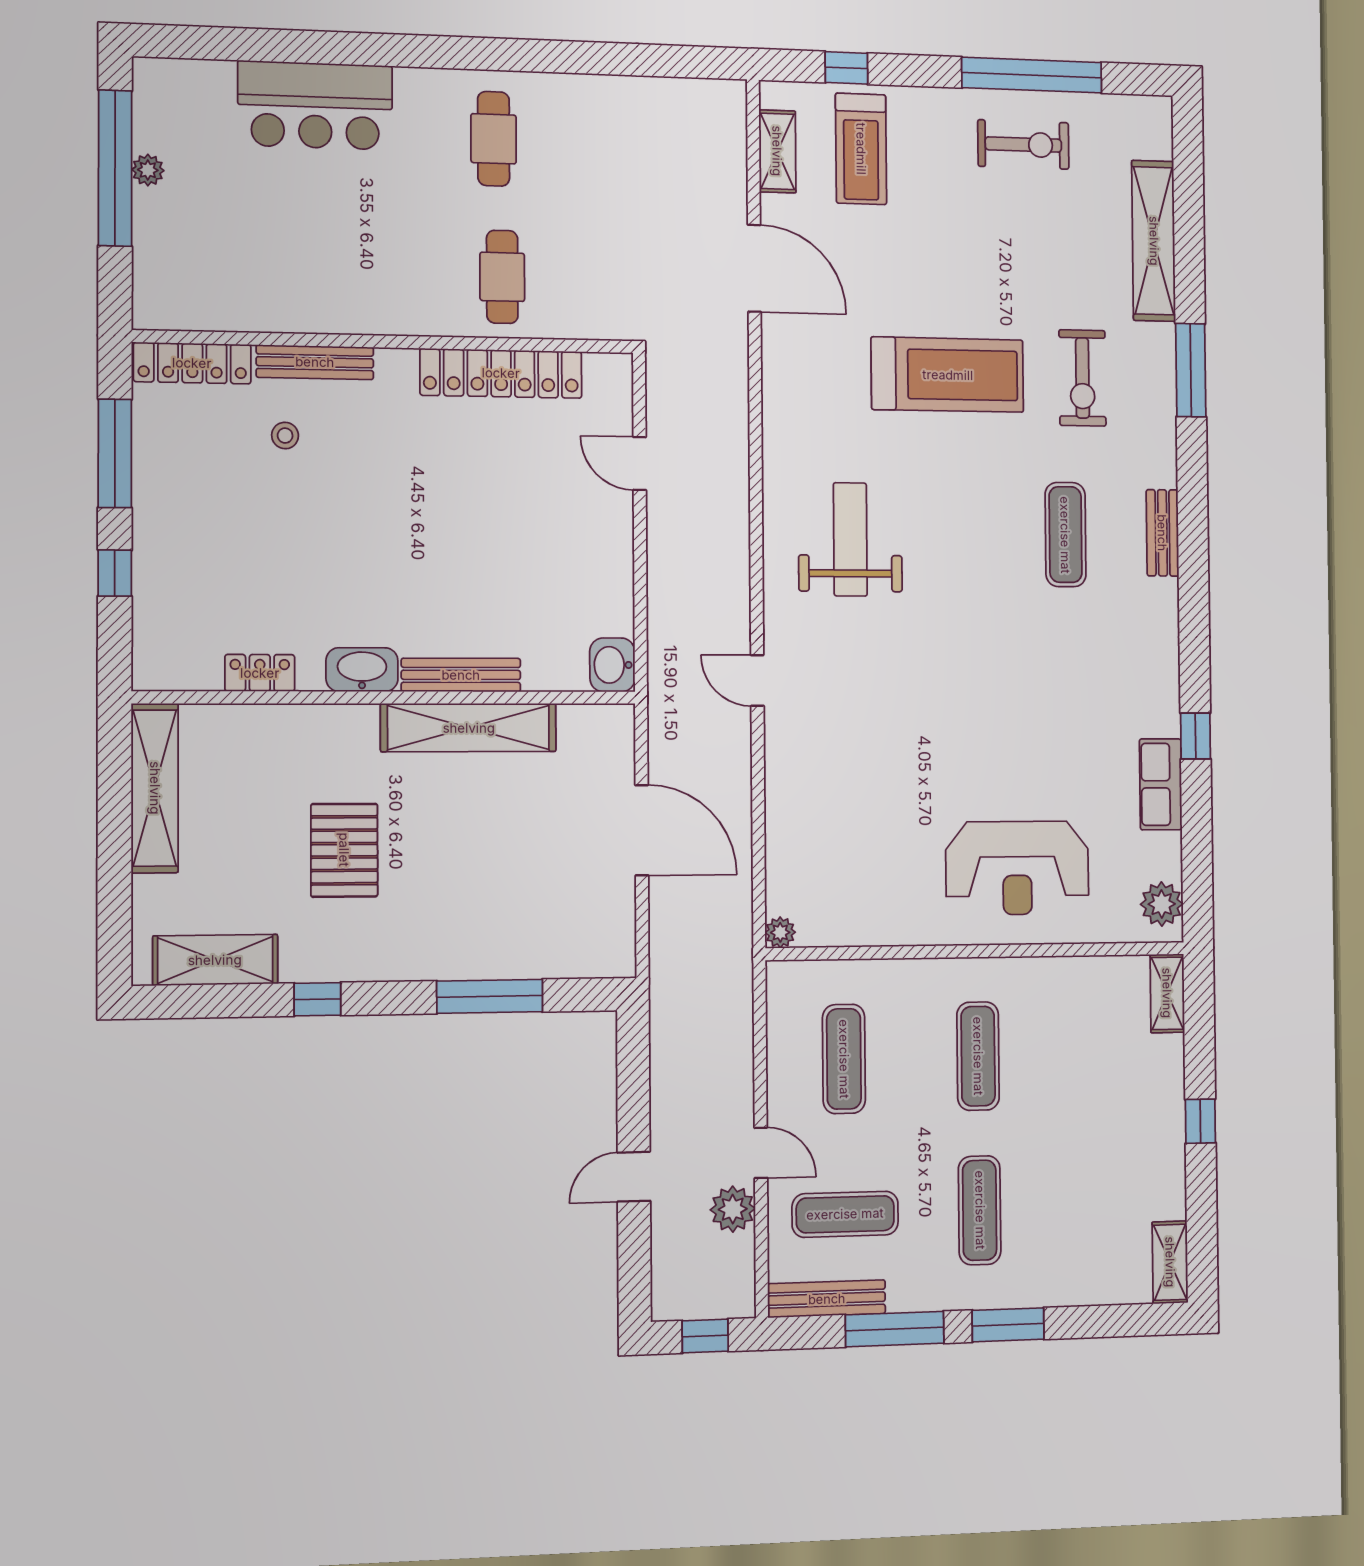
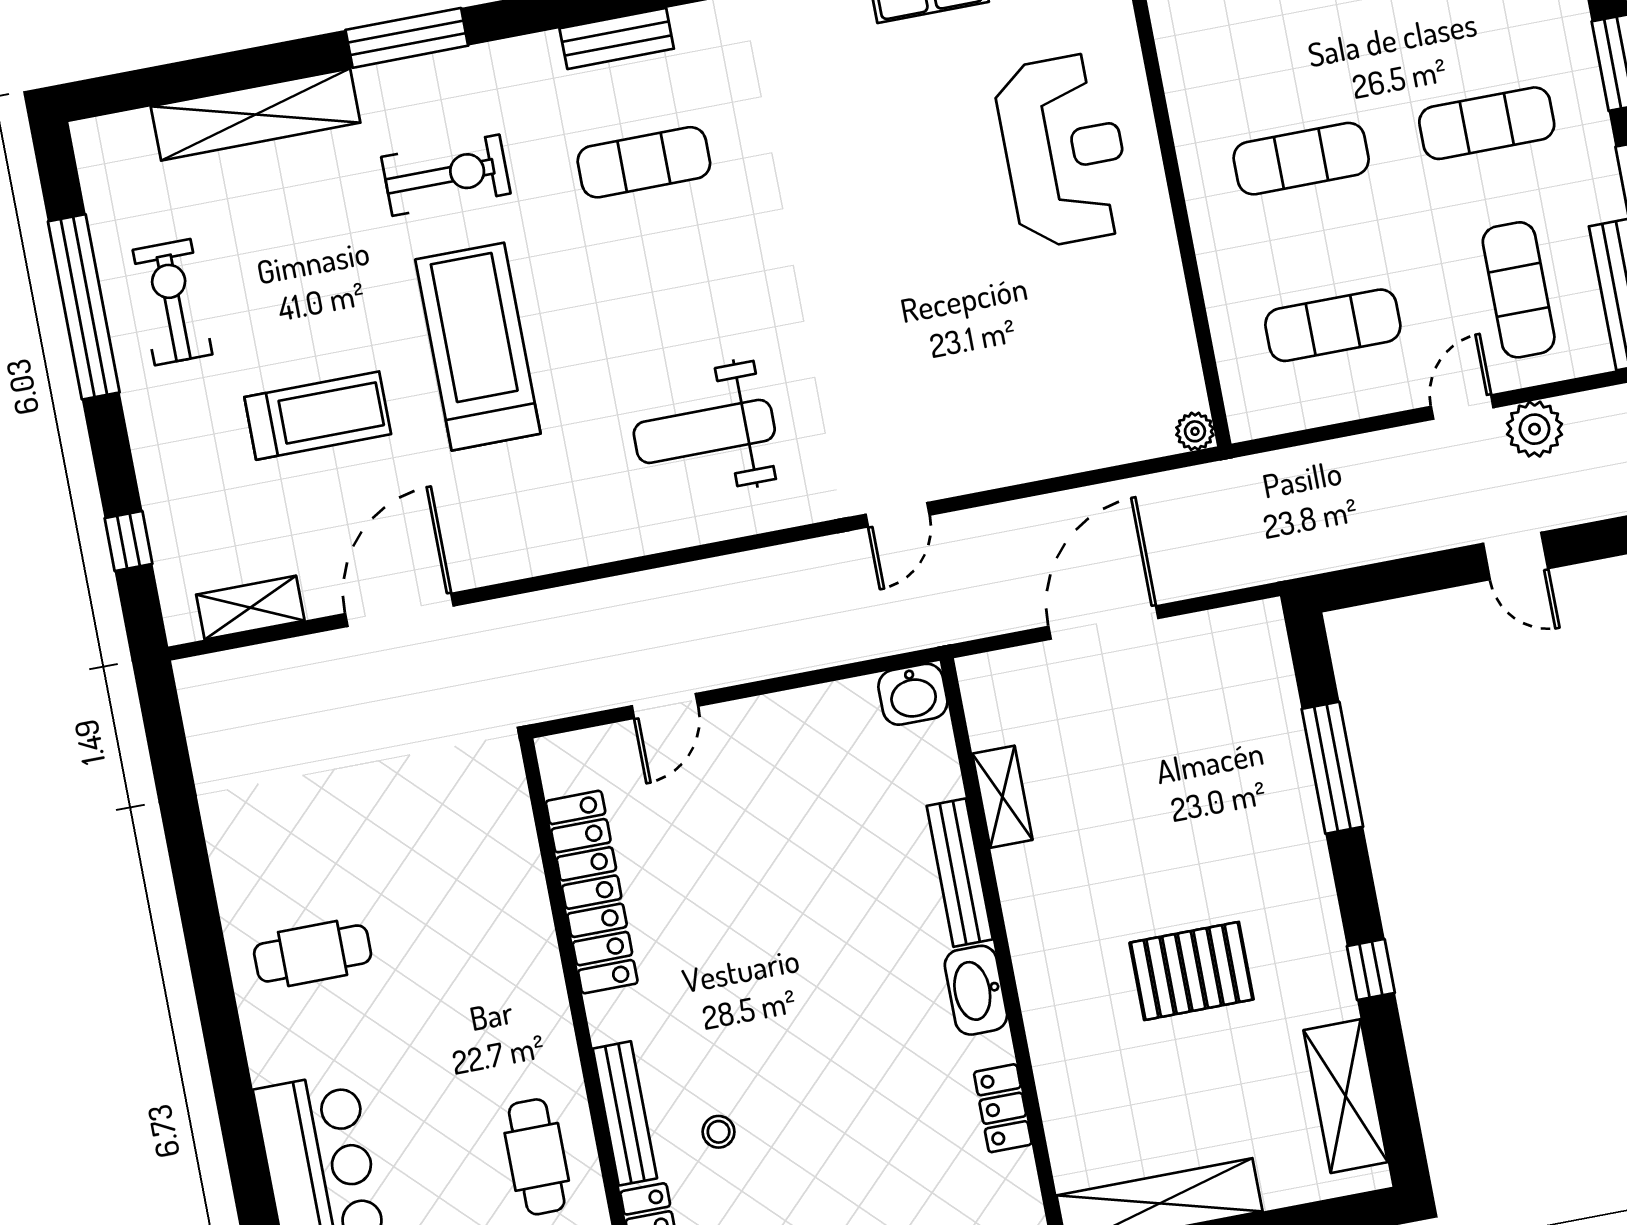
treadmill: (861, 149) -> (318, 416), moved
cafe table: (502, 277) -> (537, 1157), moved, turned 90
shelving: (469, 728) -> (1002, 797), width x0.45, depth x0.75

